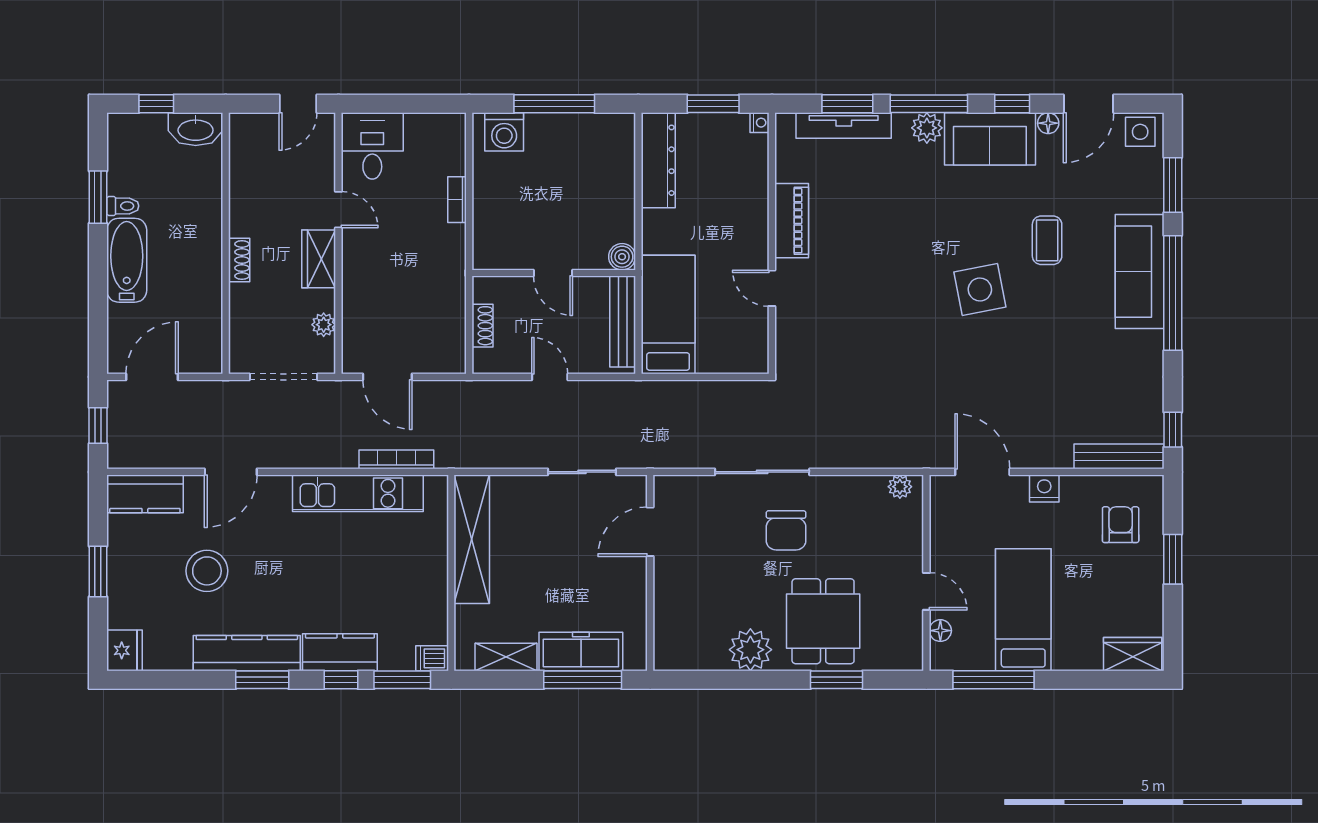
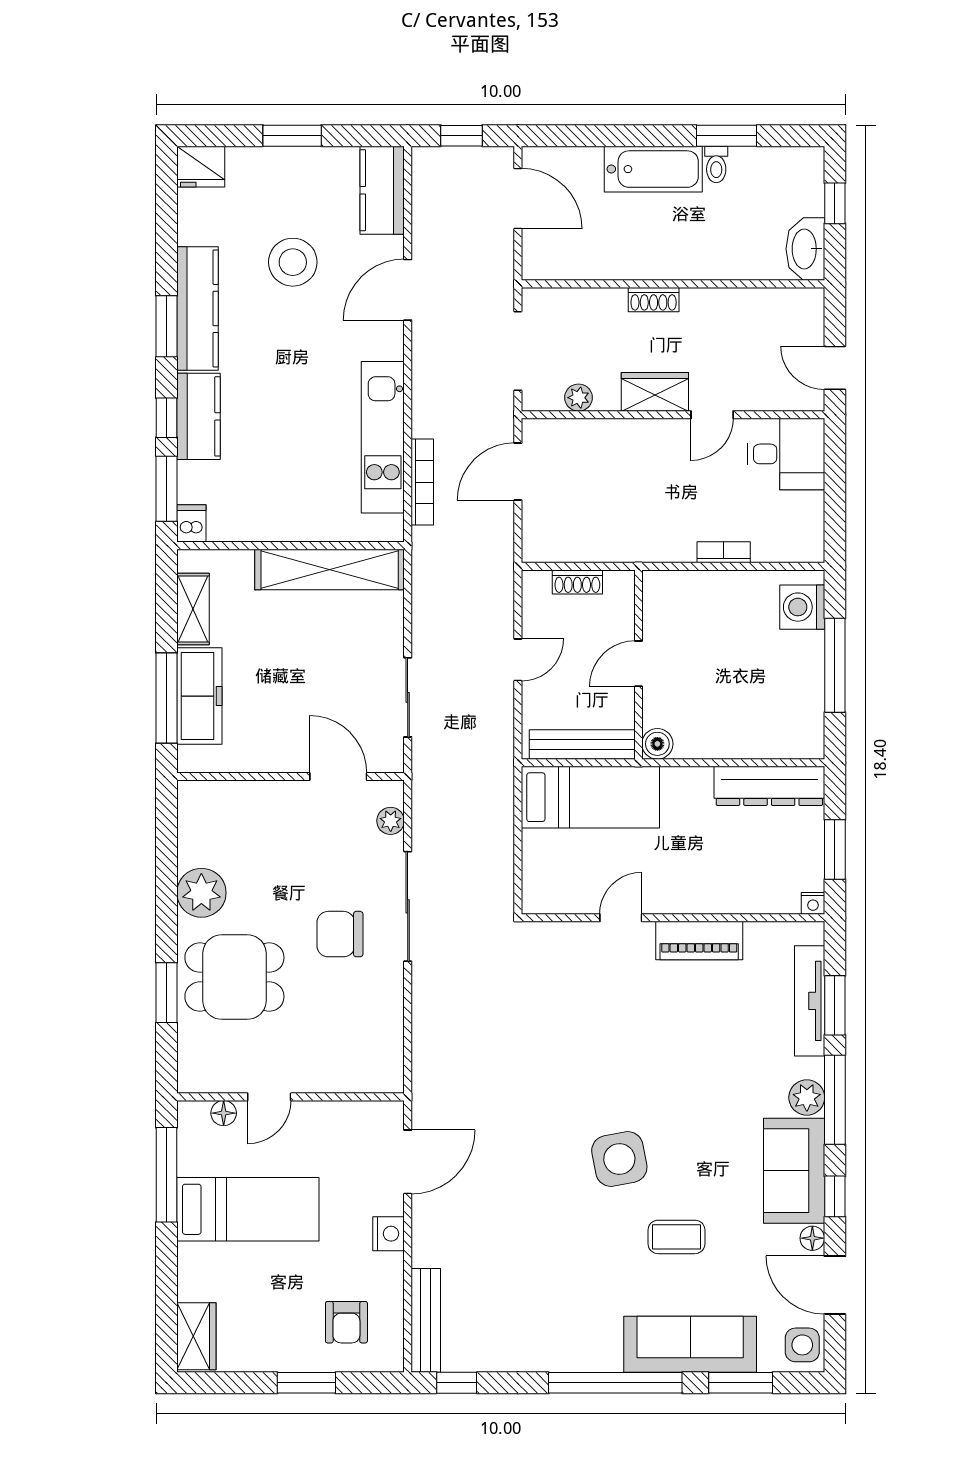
sofa: (1140, 272) -> (690, 1344), moved
door: (231, 472) -> (408, 290), hinge flipped
plant: (900, 487) -> (391, 821), moved
armchair: (1121, 525) -> (346, 1322), turned 90

